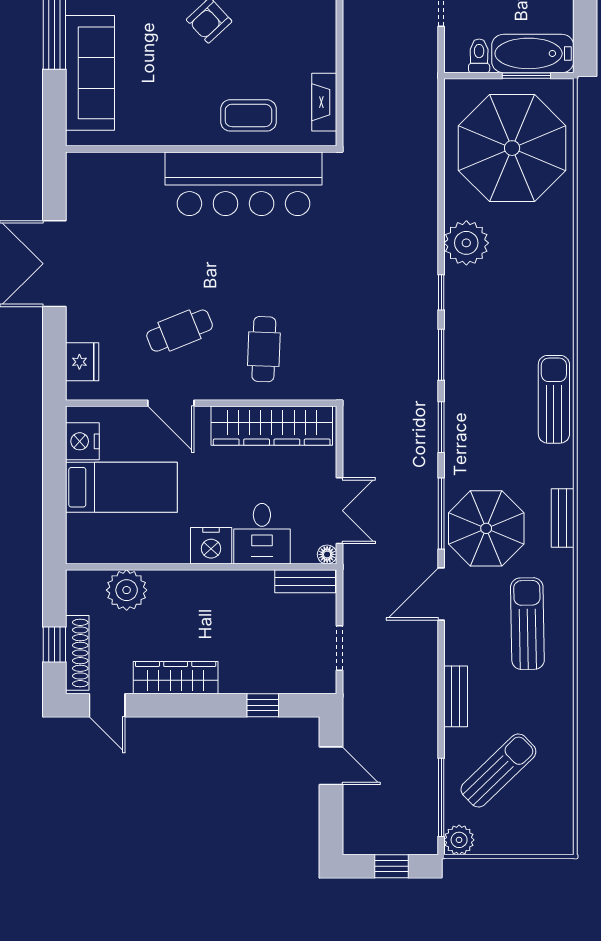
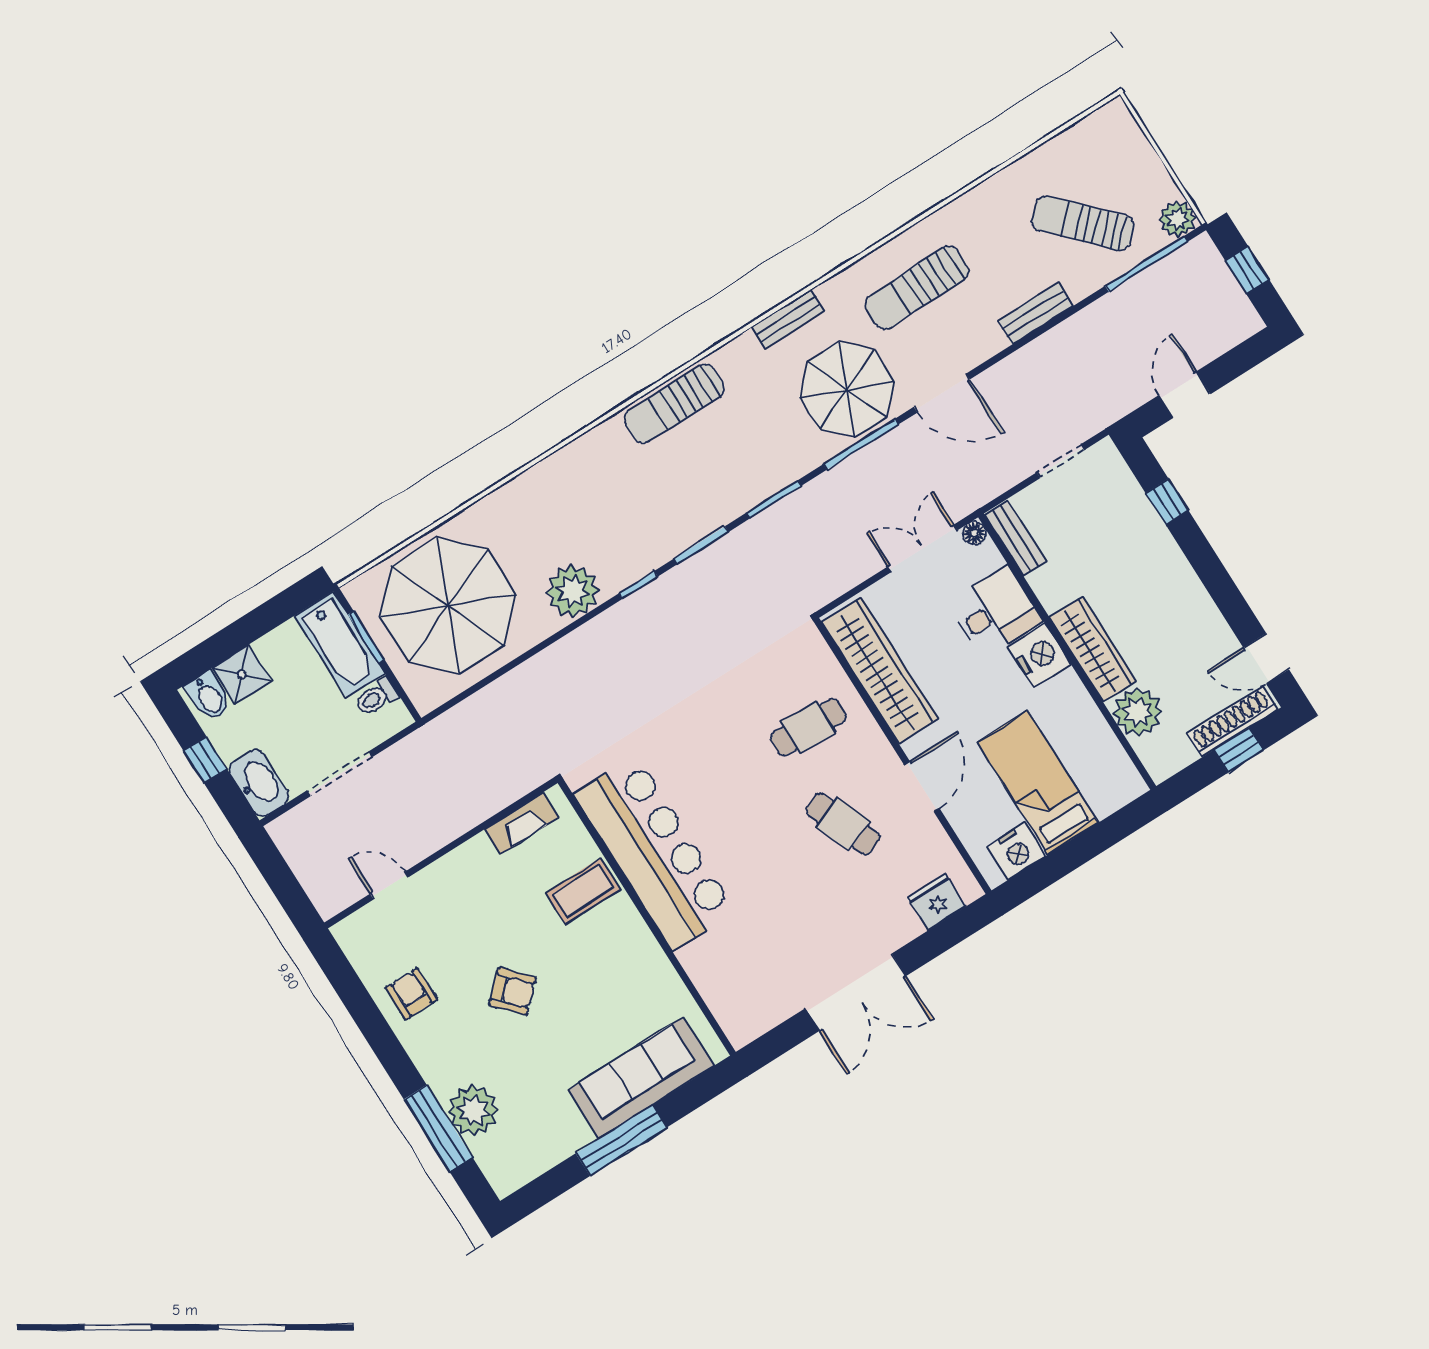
coffee table: (248, 115) -> (583, 891), turned 90
wardrobe: (176, 678) -> (1093, 649), moved, turned 180
door: (107, 705) -> (1266, 658), swing flipped

